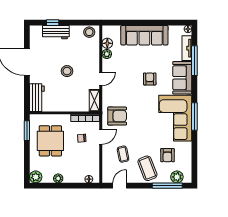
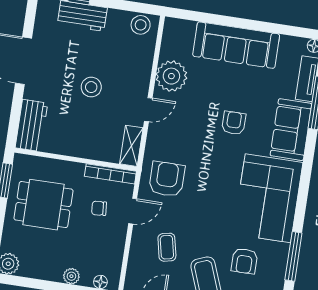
floor lamp: (107, 43) -> (169, 49), removed
plant: (107, 54) -> (171, 76), width x1.88, depth x1.88
armchair: (117, 116) -> (167, 179), turned -90
window: (194, 117) -> (293, 256), moved
dining table: (50, 141) -> (43, 205), turned 90
plant: (58, 178) -> (71, 276), moved

